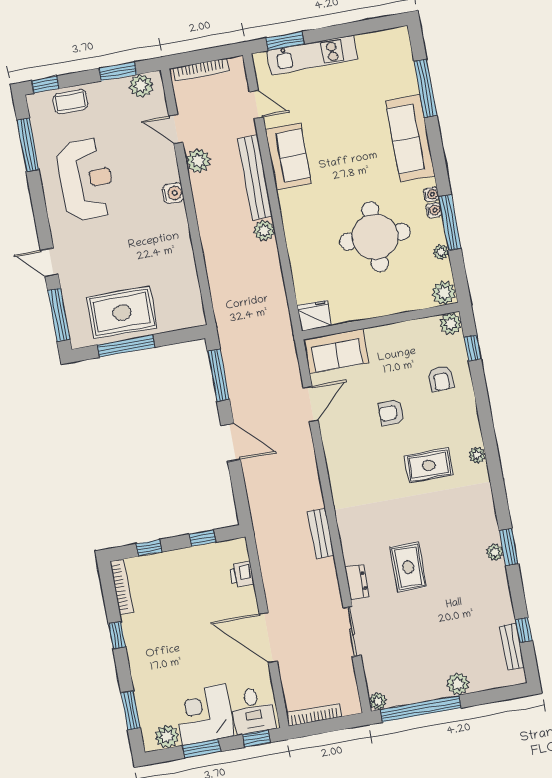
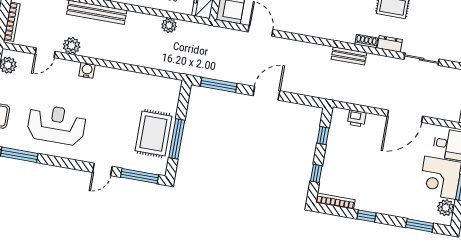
plant: (264, 231) -> (169, 25), moved
shoe rack: (349, 549) -> (366, 41), added

